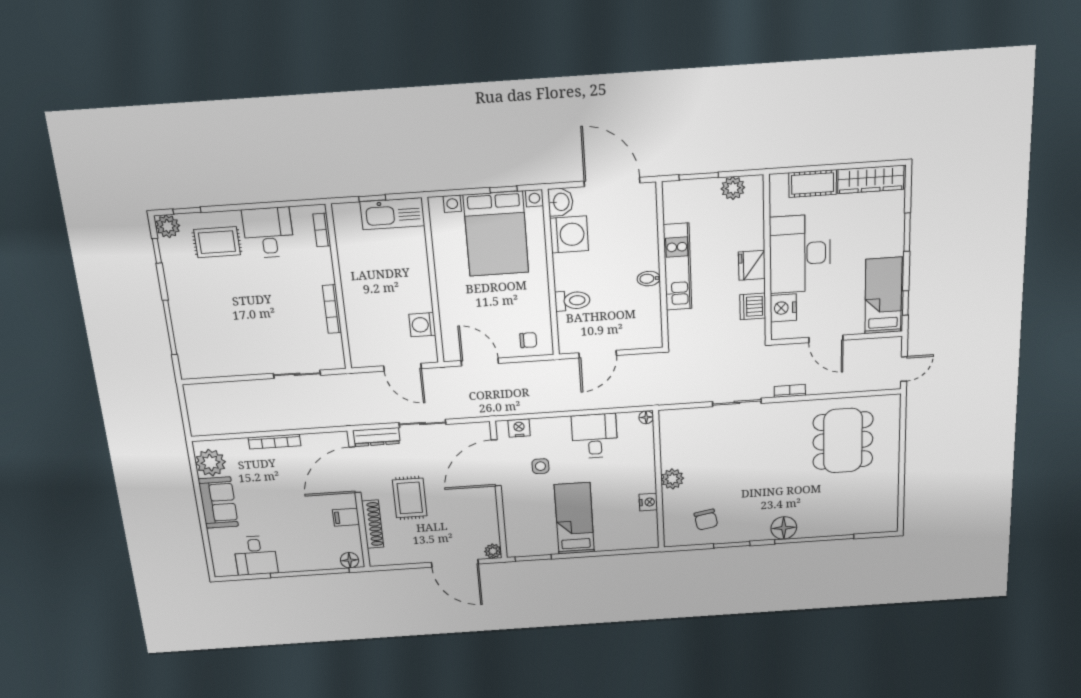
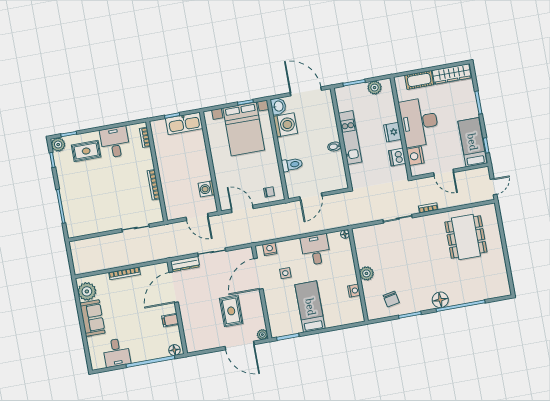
rug: (410, 498) -> (231, 311), moved
shoe rack: (373, 524) -> (187, 323), removed

